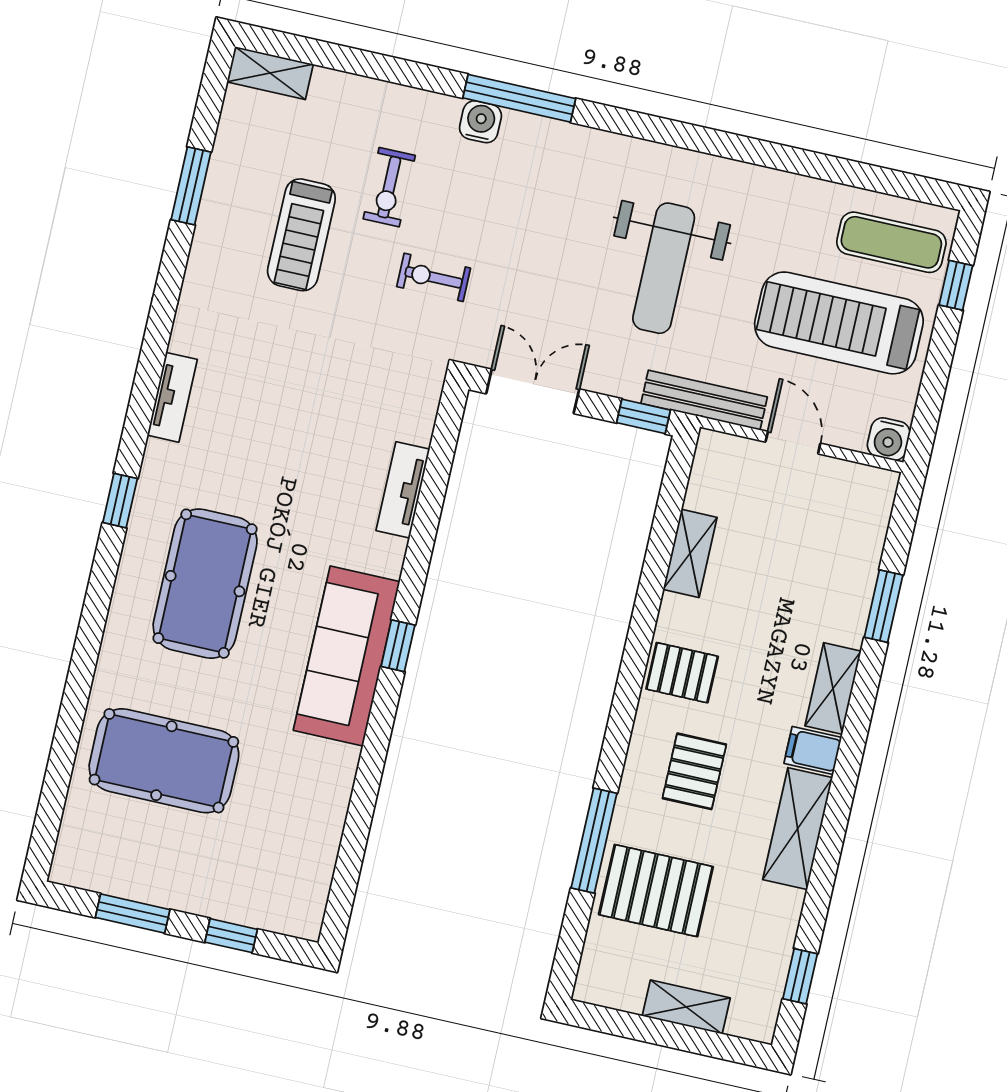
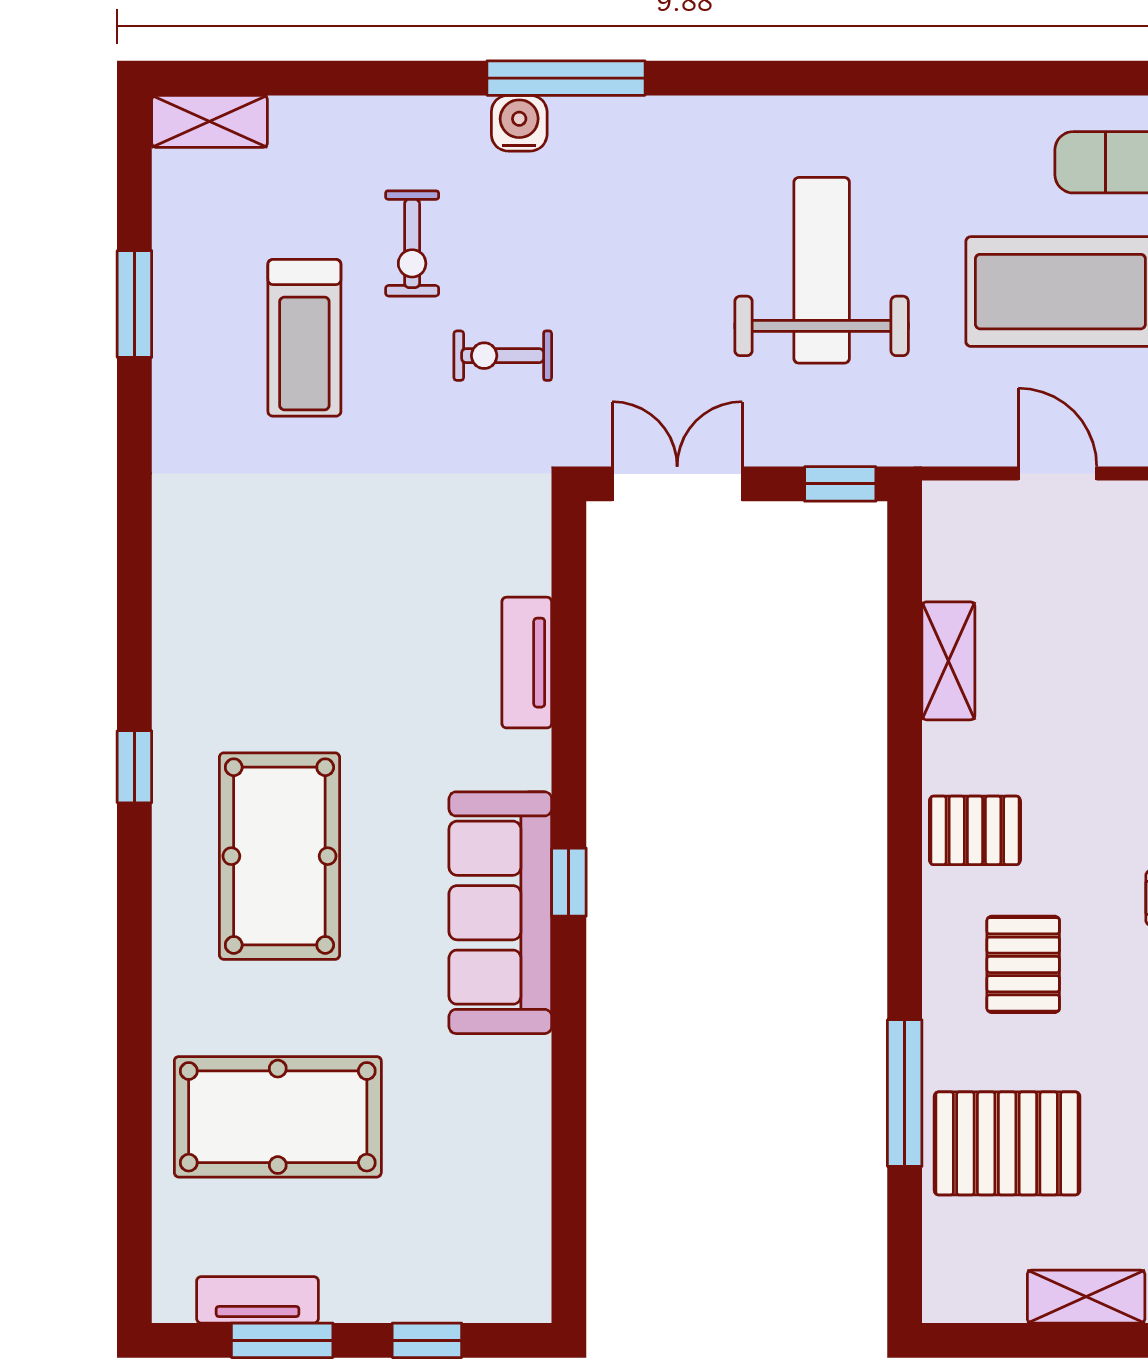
weight bench: (664, 268) -> (822, 270), turned 180
tv unit: (172, 397) -> (257, 1300), moved, turned -90
bench: (704, 400) -> (920, 442), removed

